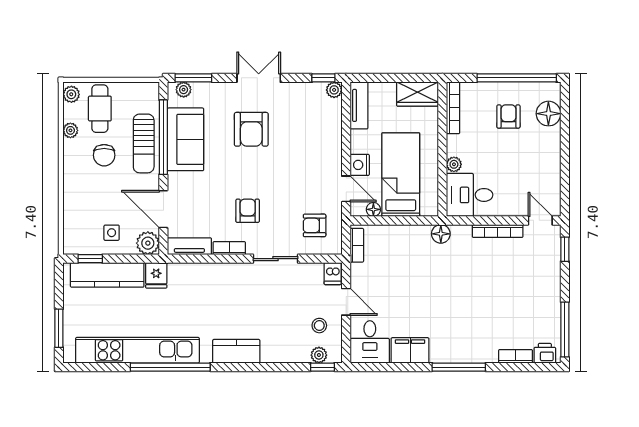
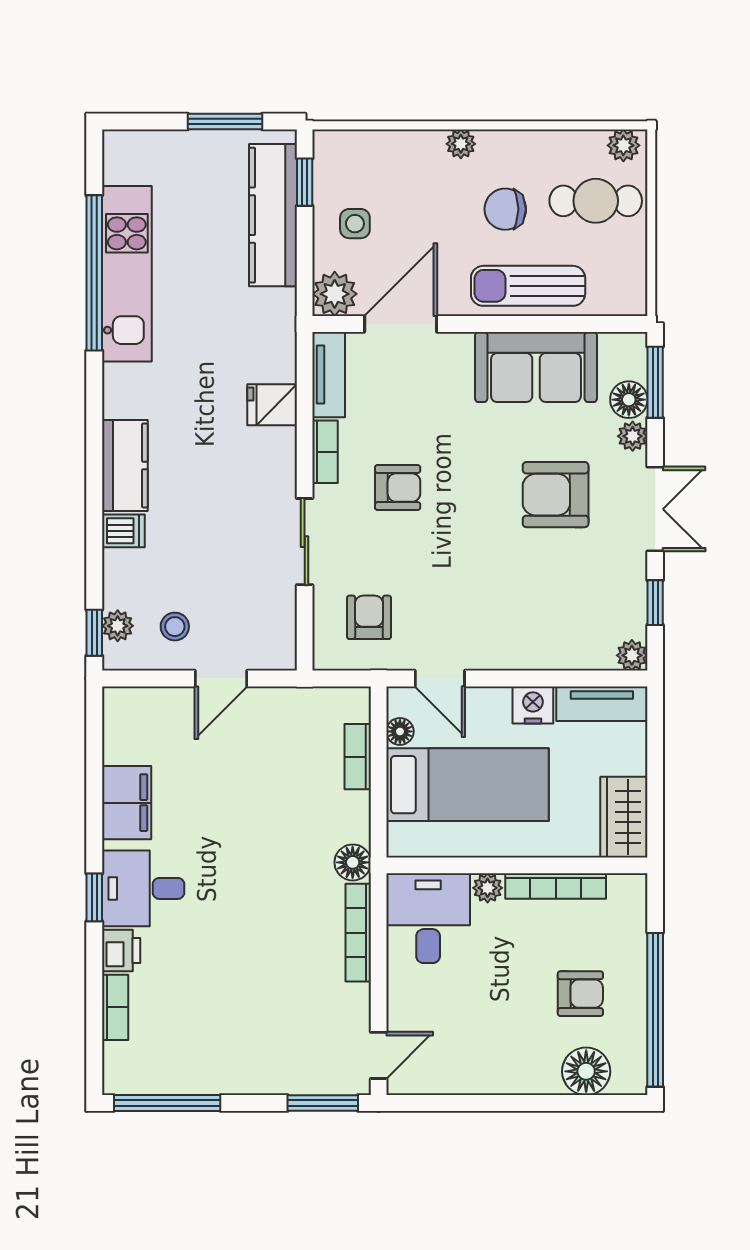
window: (323, 78) -> (655, 603), moved
plant: (184, 90) -> (633, 436), moved
floor lamp: (202, 92) -> (629, 400), added
bookcase: (453, 108) -> (556, 886), moved
plant: (70, 130) -> (461, 144), moved
window: (163, 137) -> (540, 324), removed
nightstand: (360, 165) -> (533, 705), moved
door: (346, 189) -> (440, 678), hinge flipped
bookcase: (498, 231) -> (358, 933), moved
bookcase: (357, 245) -> (358, 757), moved, turned 90
window: (565, 249) -> (323, 1103), width x1.50
dishwasher: (333, 274) -> (123, 531), moved, turned 180
fridge: (156, 275) -> (272, 405), moved
window: (59, 328) -> (225, 121), moved
desk: (370, 342) -> (143, 888), moved
kitchen unit: (137, 350) -> (127, 274), width x0.73
printer: (545, 353) -> (121, 951), moved
window: (170, 367) -> (94, 273), moved
window: (459, 367) -> (94, 897), width x0.46

